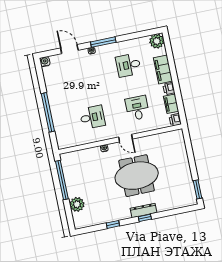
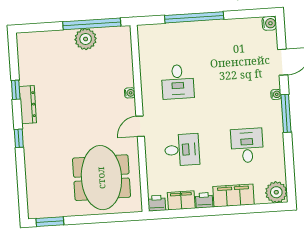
meeting table: (137, 176) -> (101, 178), moved
plant: (77, 204) -> (86, 39), moved
dresser: (143, 210) -> (28, 105), moved

